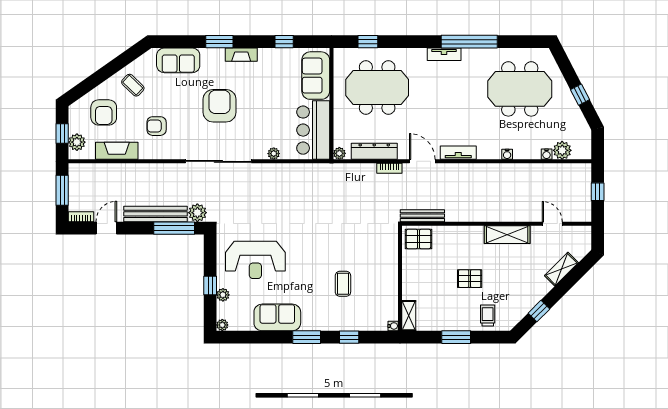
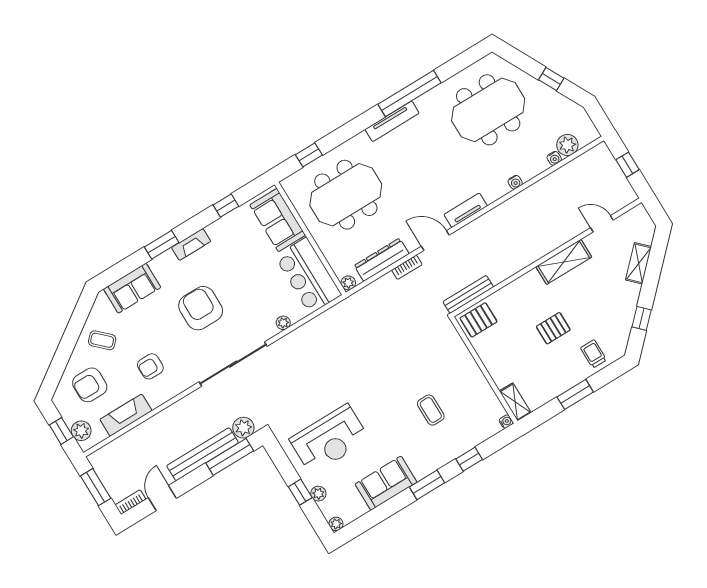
tv unit: (444, 54) -> (392, 121), width x1.41
armchair: (104, 112) -> (90, 385), turned 90

